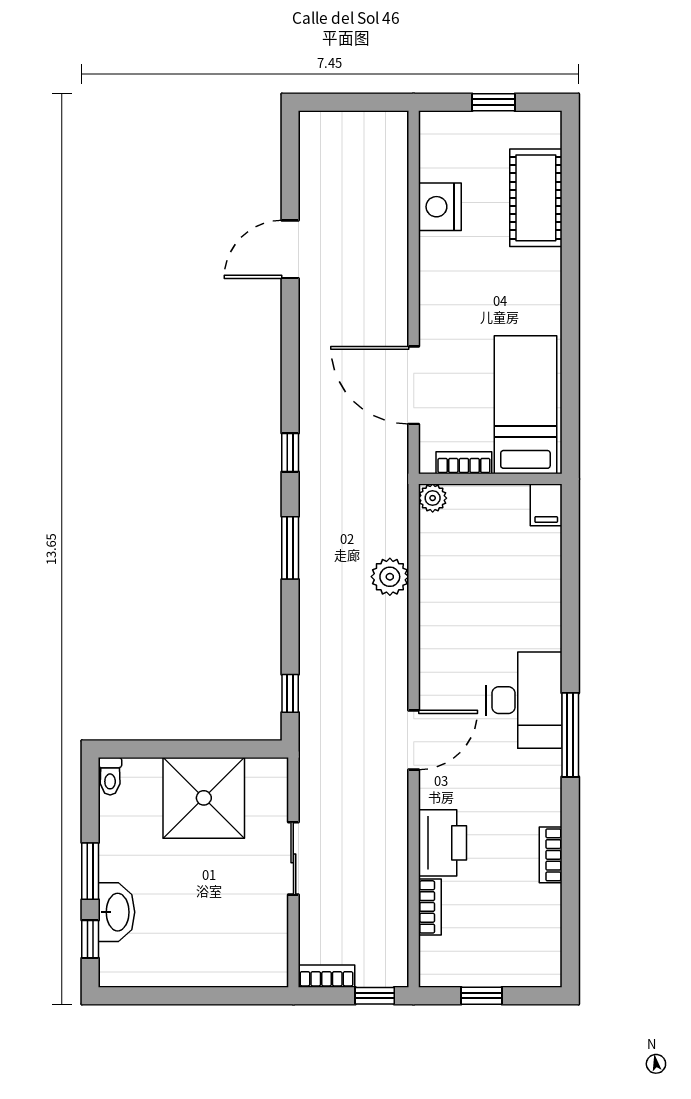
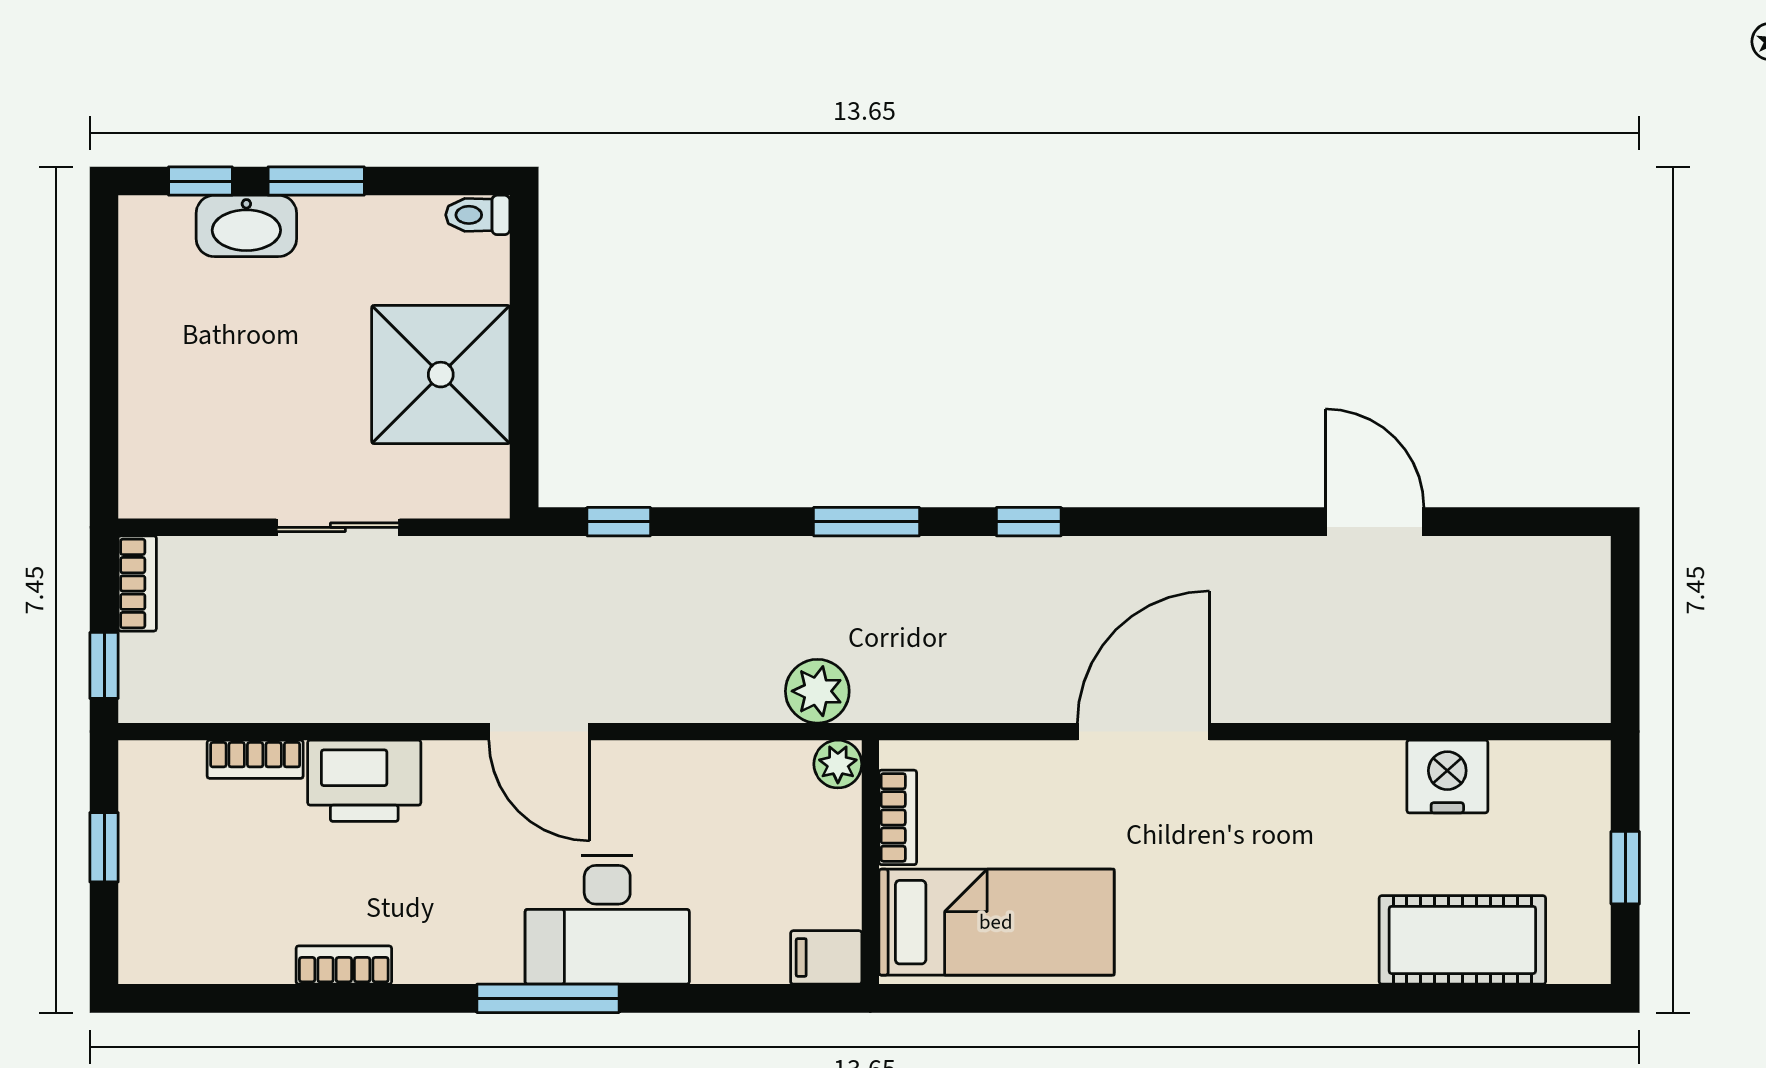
bed: (525, 405) -> (996, 922), moved
bookcase: (464, 463) -> (898, 817), moved
wall: (490, 479) -> (870, 862), moved
plant: (433, 498) -> (838, 764), moved
filing cabinet: (546, 505) -> (826, 957), moved

